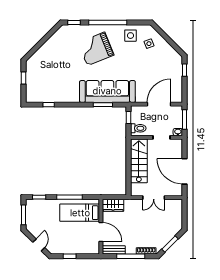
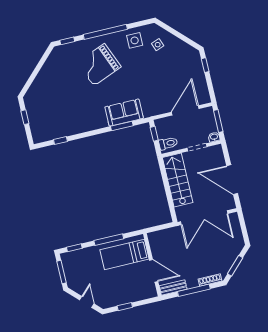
sofa: (107, 91) -> (124, 113), width x0.54, depth x0.79
double door: (154, 198) -> (204, 218), width x1.87
wardrobe: (113, 205) -> (160, 237), removed

